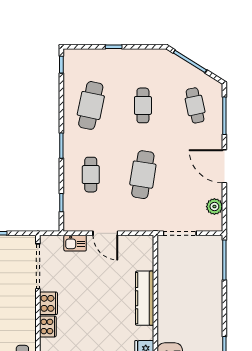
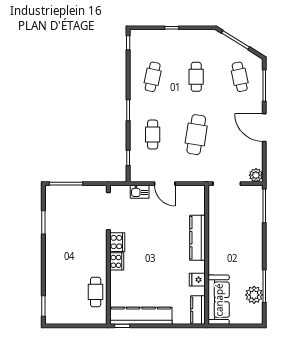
cafe table: (91, 105) -> (153, 77), width x0.73, depth x0.74
plant: (214, 207) -> (256, 175), moved

